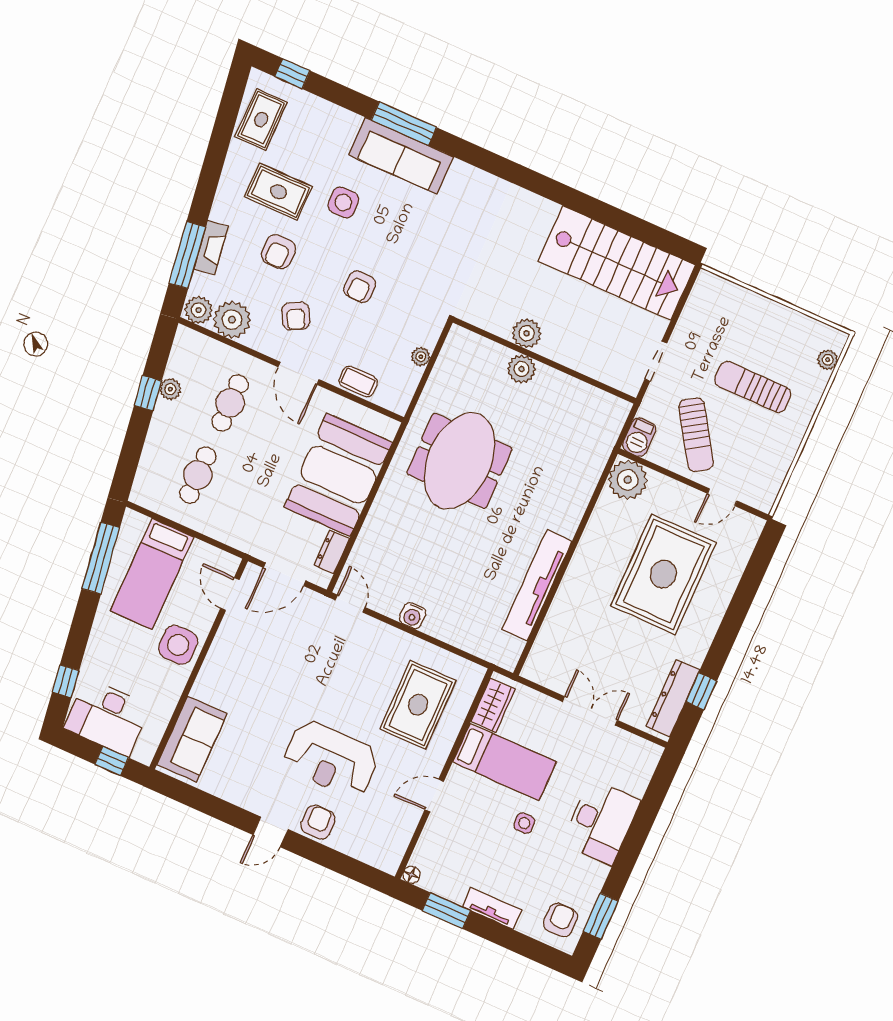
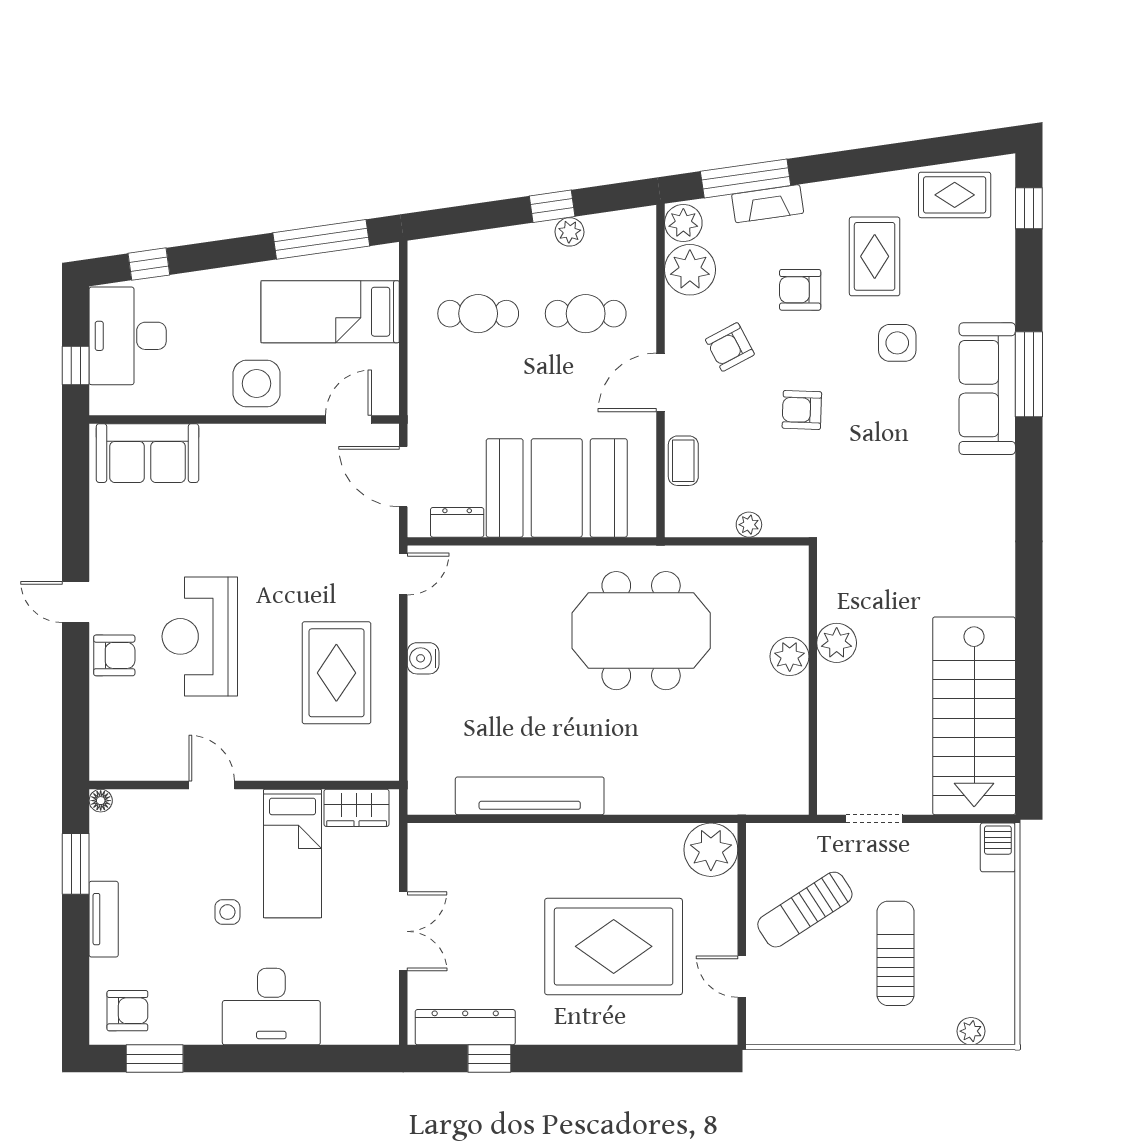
barbecue: (639, 437) -> (998, 847), moved, turned 90
rug: (418, 705) -> (336, 673), moved, turned 90

